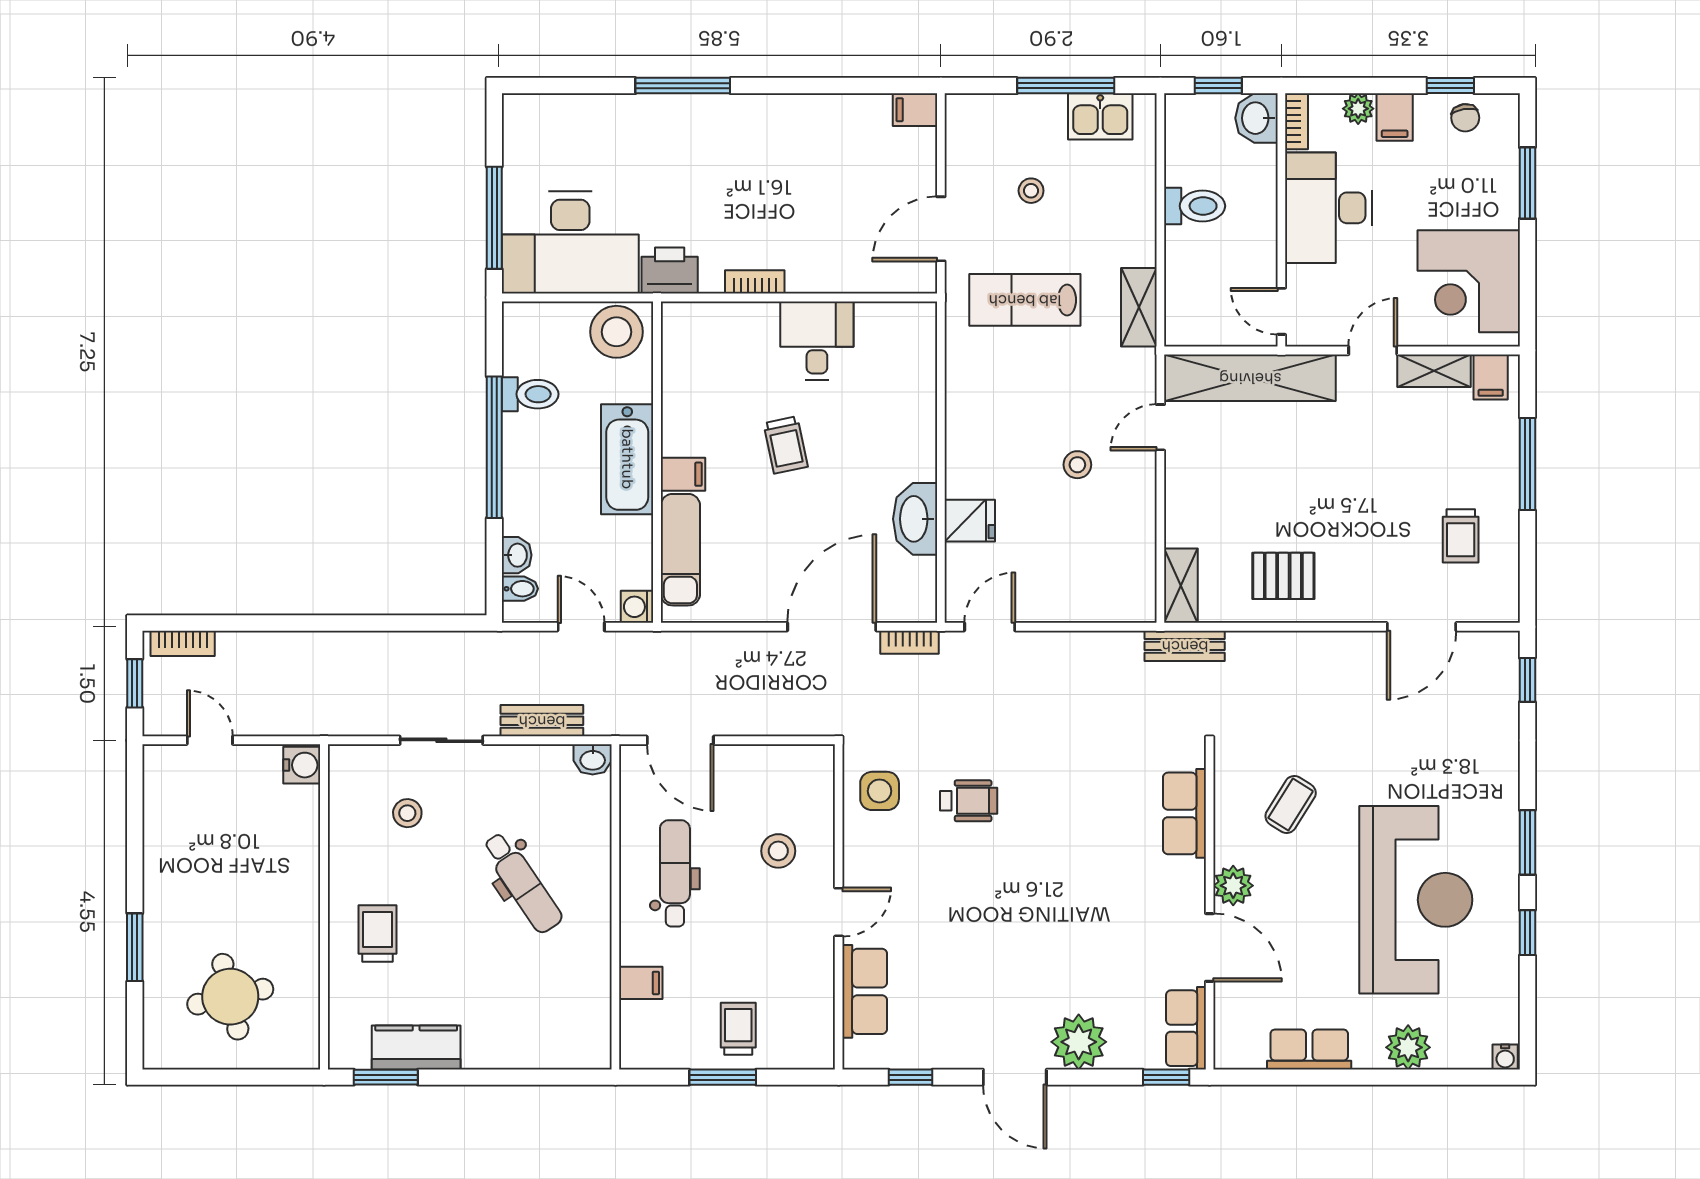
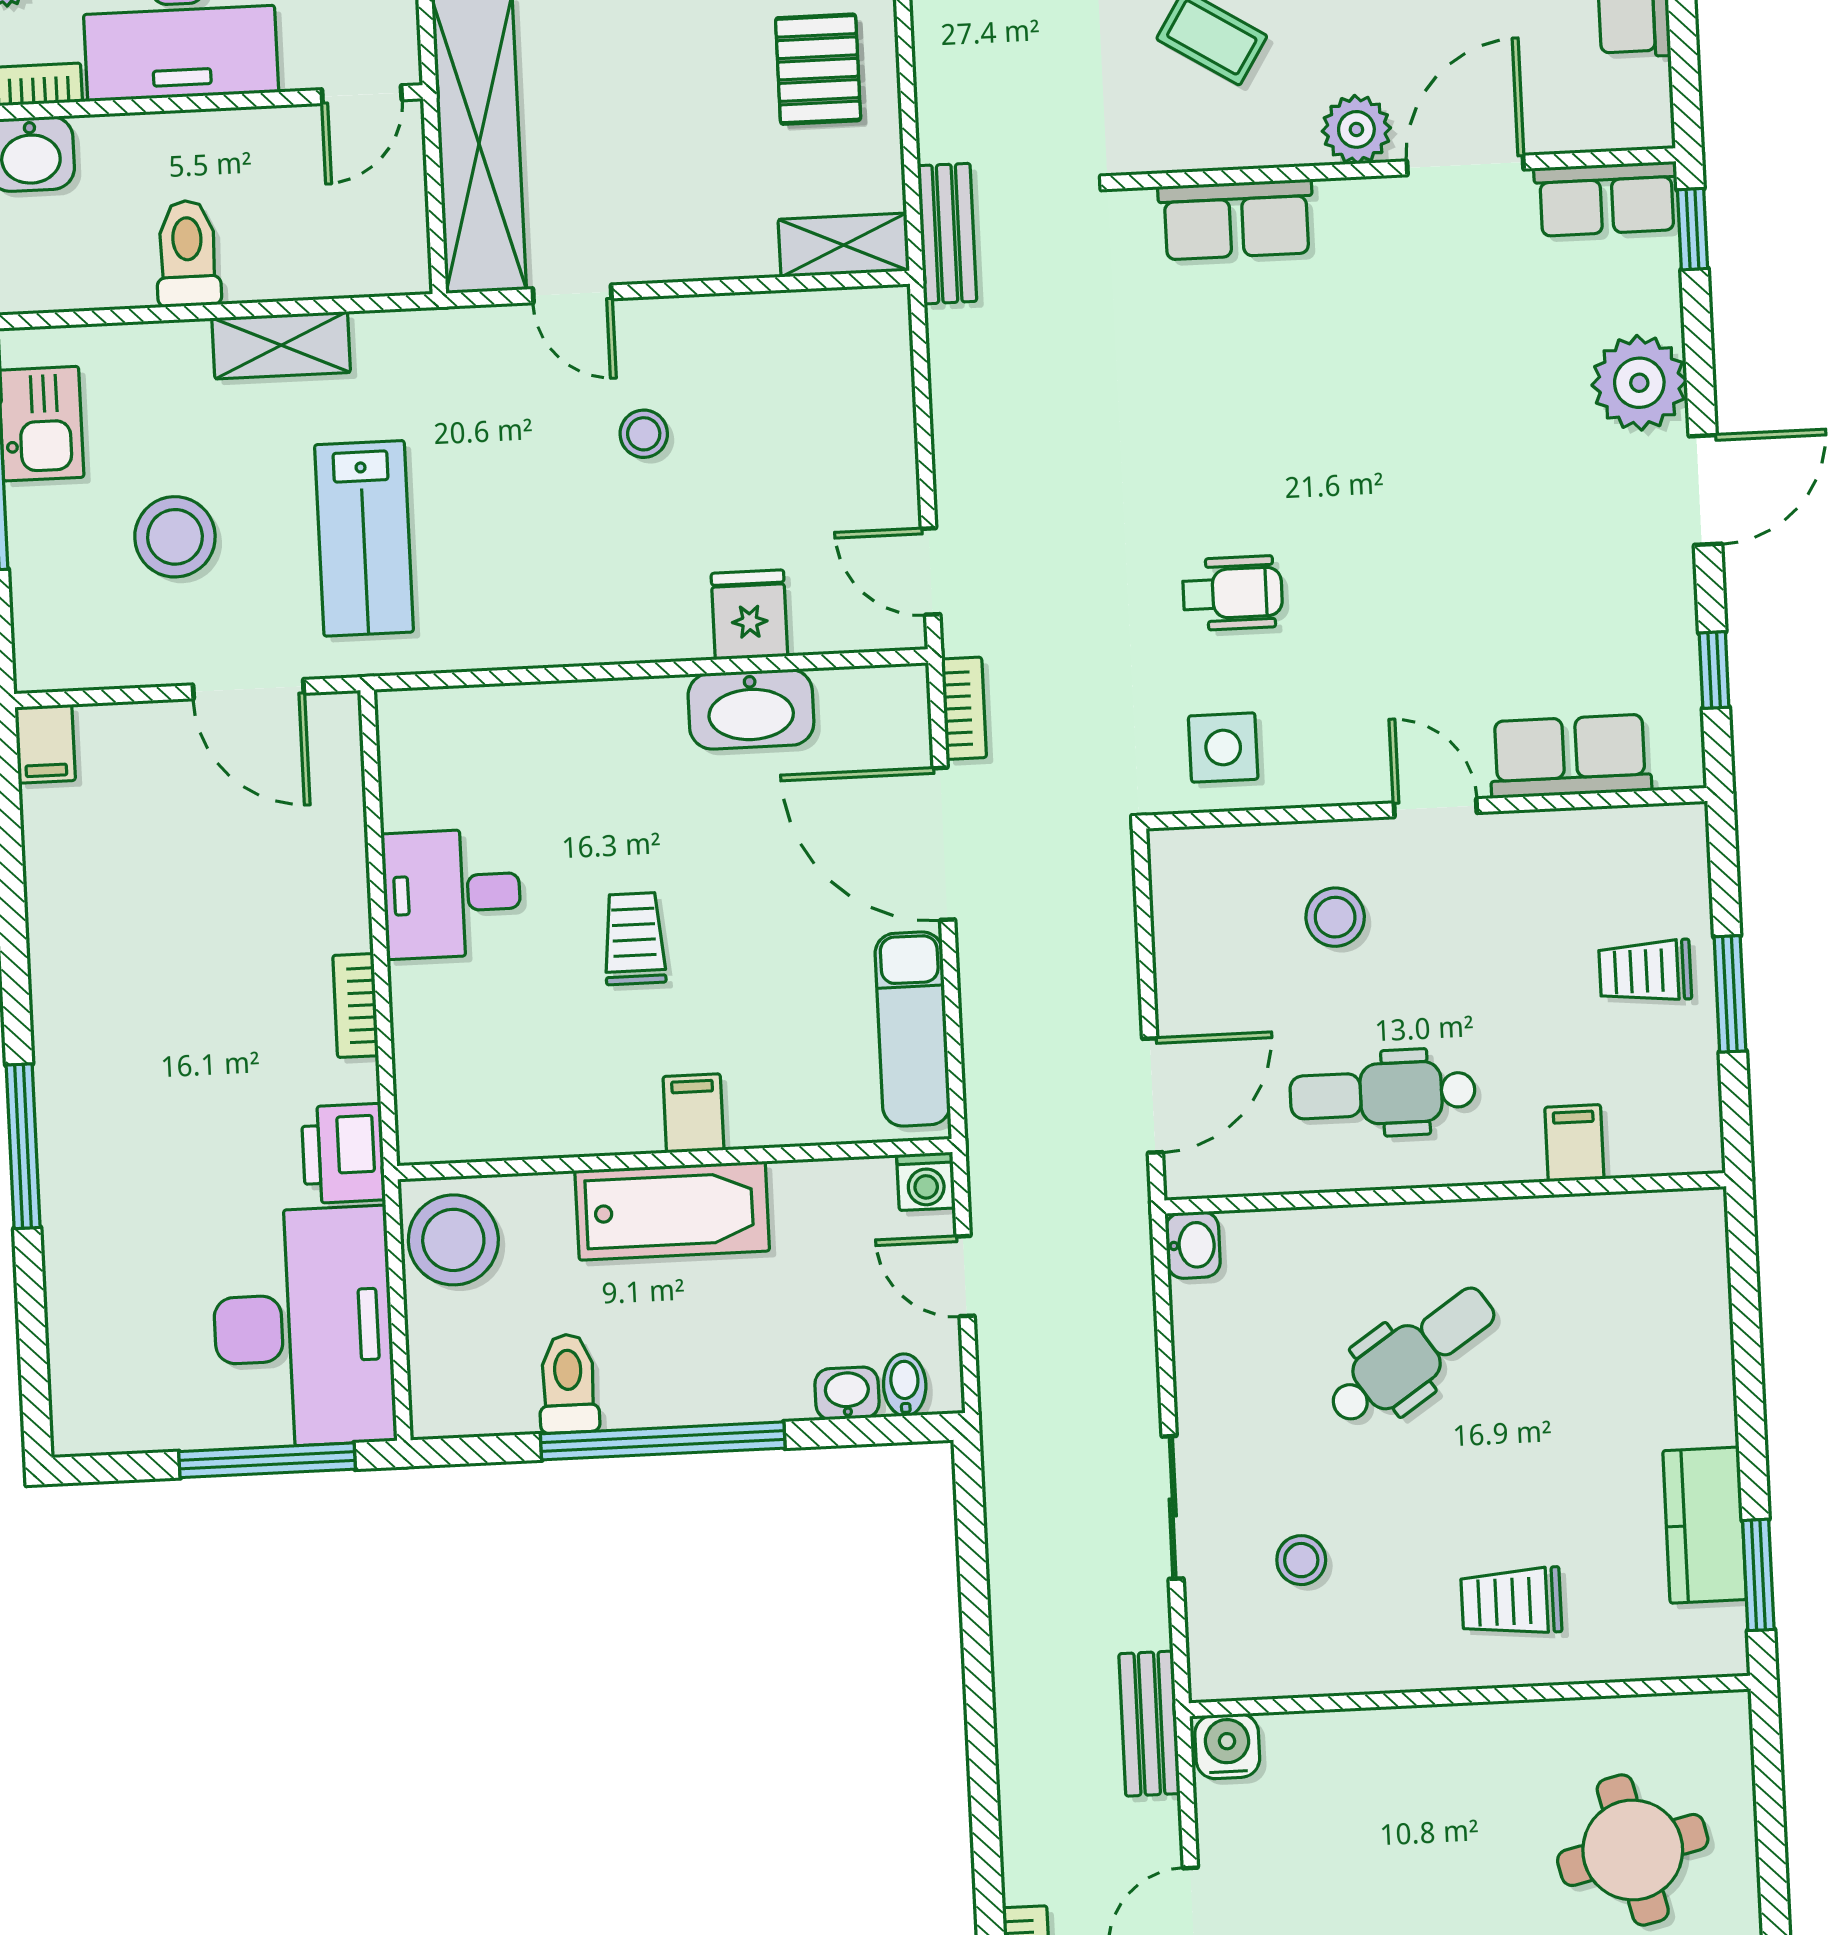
stool: (1031, 191) -> (175, 537), width x1.89, depth x1.89
shelving: (1139, 307) -> (281, 345), moved
trolley: (786, 445) -> (634, 939), turned -78
exam couch: (680, 550) -> (913, 1029), moved, turned -90
door: (581, 627) -> (965, 1276), hinge flipped
bench: (542, 721) -> (1149, 1724), moved
wheelchair: (969, 801) -> (1233, 593), turned 90

